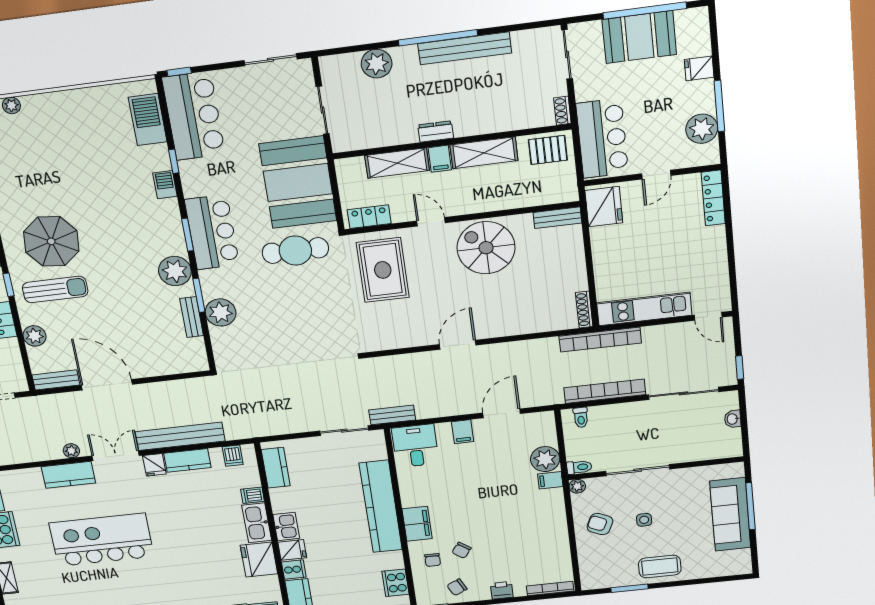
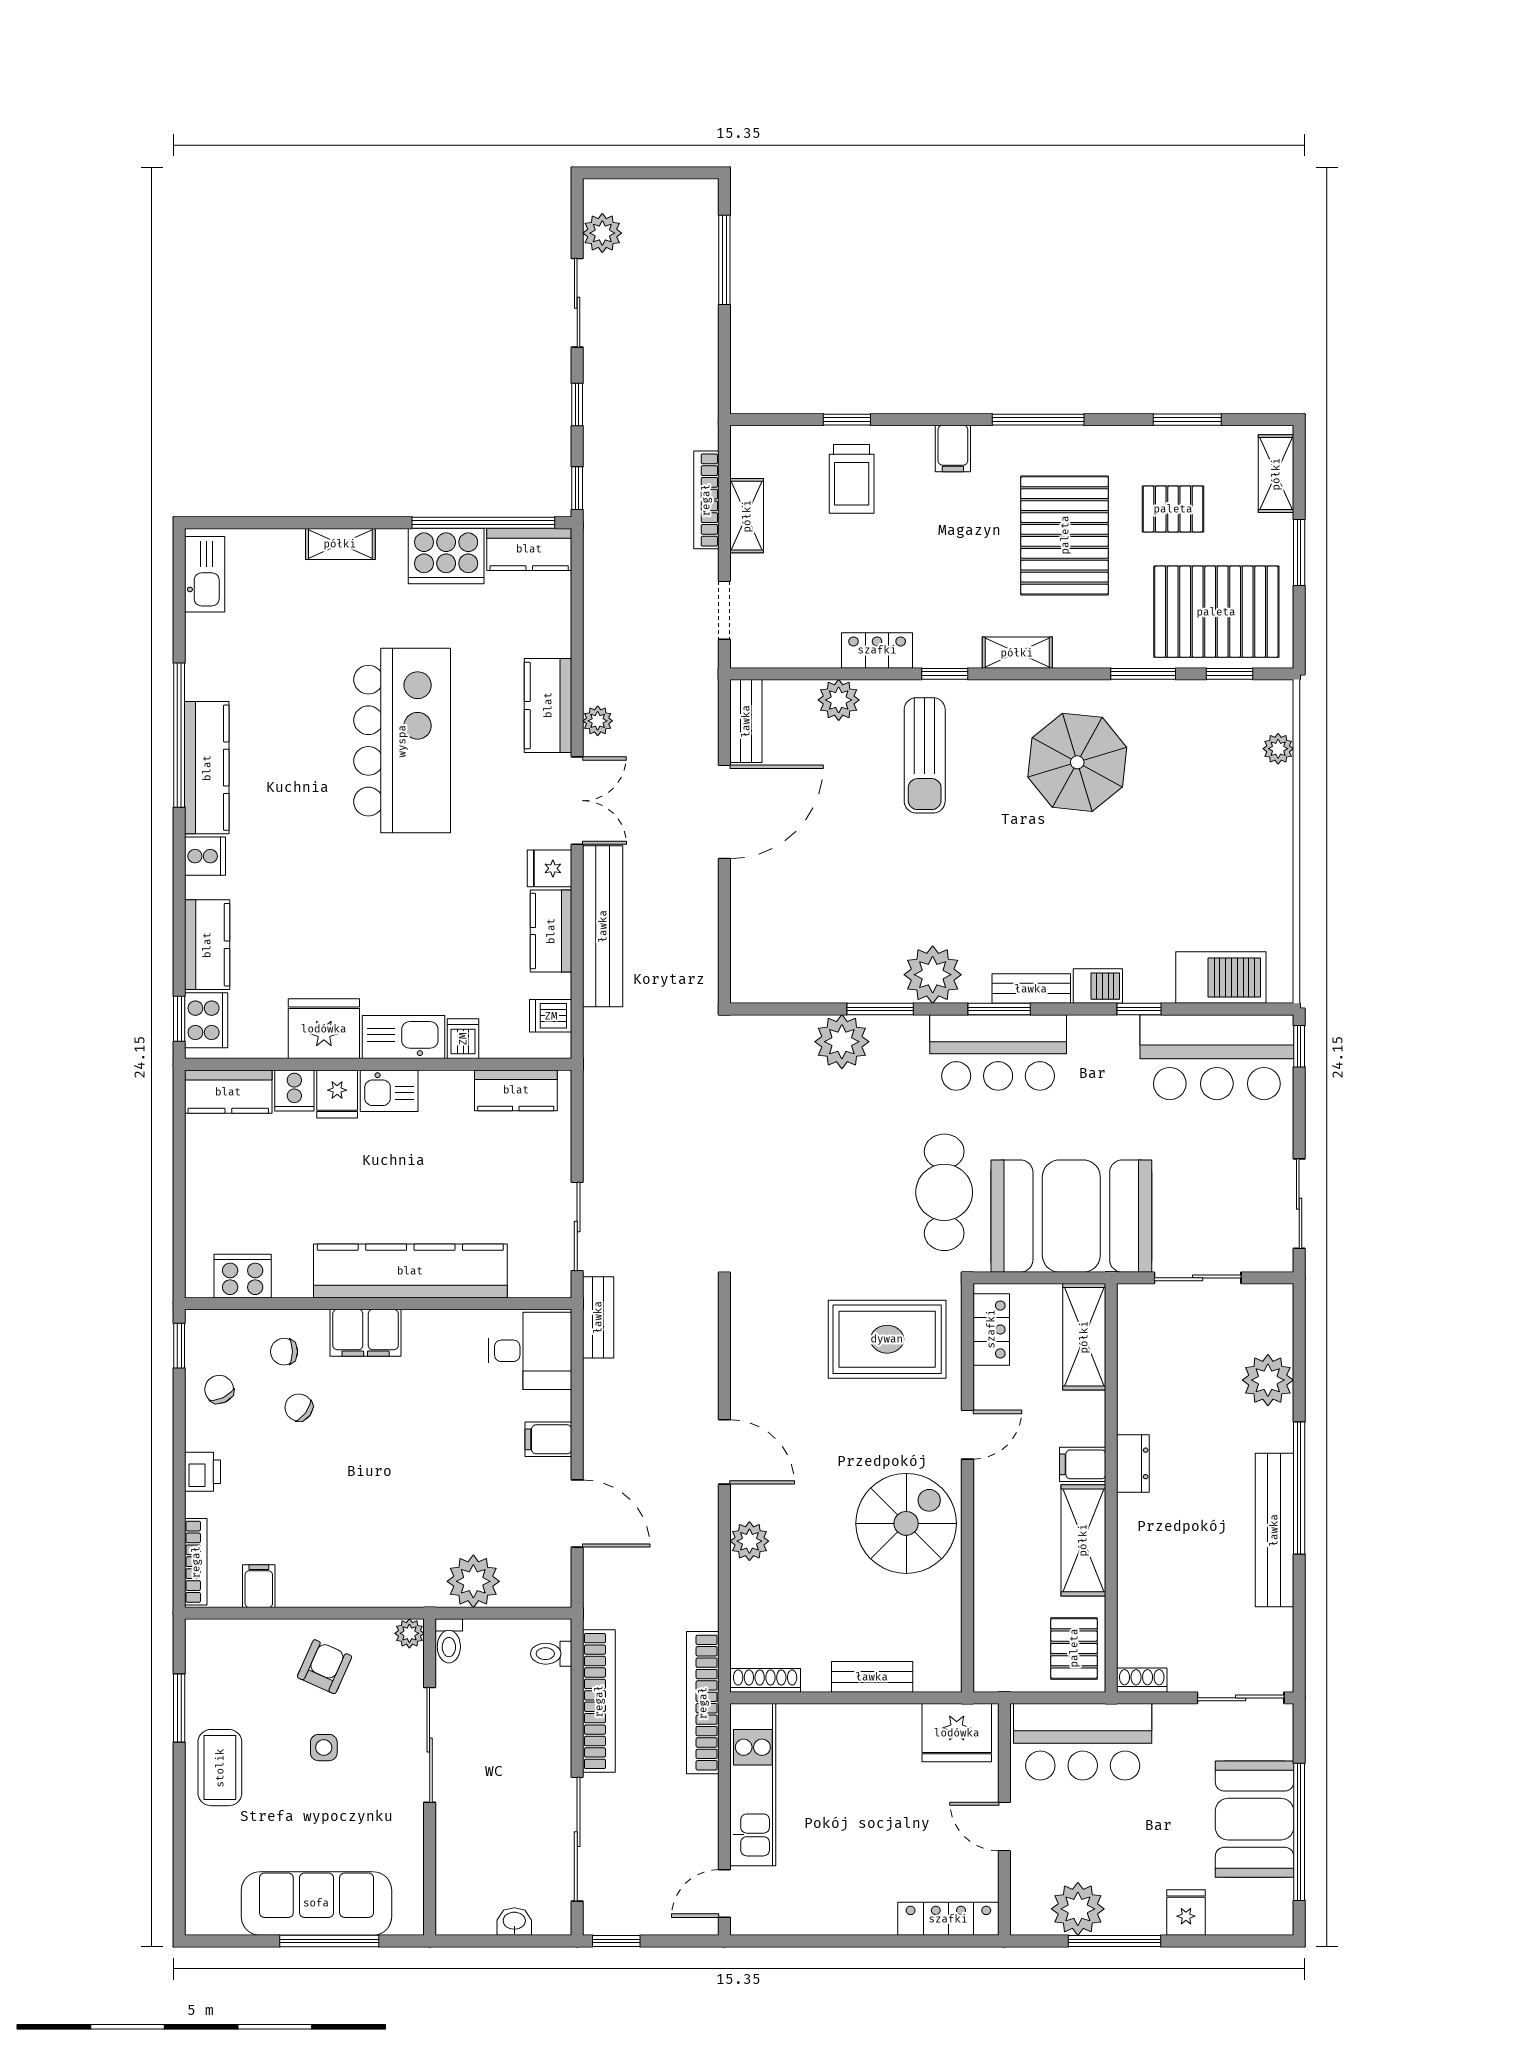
shelving: (397, 163) -> (1084, 1337), moved
bench: (557, 218) -> (872, 1677), moved, turned 90
parasol: (51, 241) -> (1077, 762), moved
bench: (192, 317) -> (1031, 989), moved
plant: (506, 327) -> (749, 1541), added
filing cabinet: (550, 480) -> (259, 1586), moved

